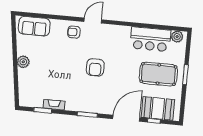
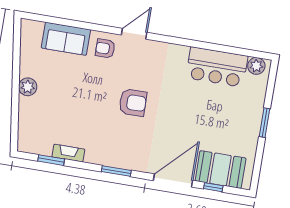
sofa: (34, 26) -> (66, 39), moved
armchair: (95, 67) -> (133, 103), turned -91
pool table: (158, 74) -> (225, 119), removed

